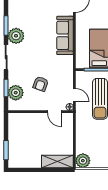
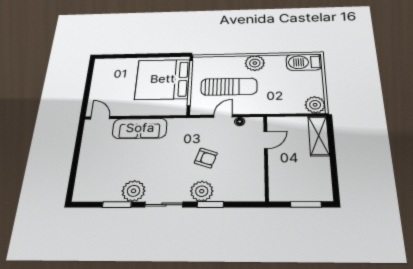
plant: (16, 93) -> (202, 191), moved
wall: (41, 112) -> (266, 157), moved
door: (54, 112) -> (266, 140), moved

